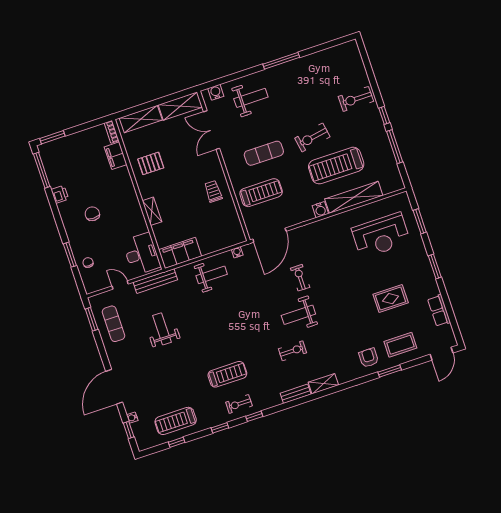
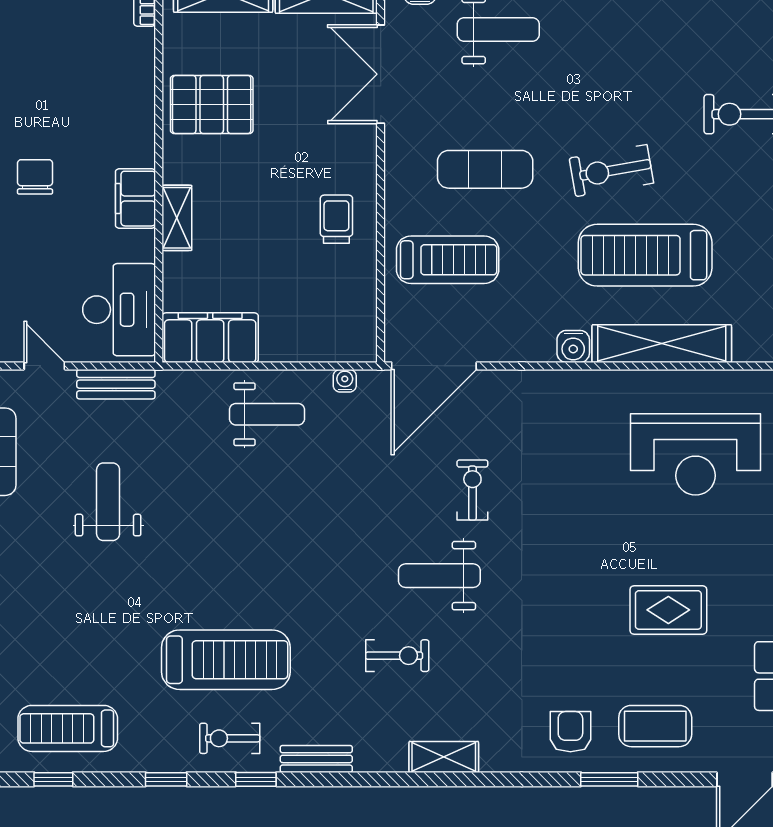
filing cabinet: (116, 156) -> (135, 199), moved
pallet: (151, 163) -> (212, 104), width x1.50, depth x1.42
bench: (155, 281) -> (116, 384), width x0.73
treadmill: (227, 374) -> (226, 660), width x1.37, depth x1.38
bench: (296, 394) -> (316, 759), moved

